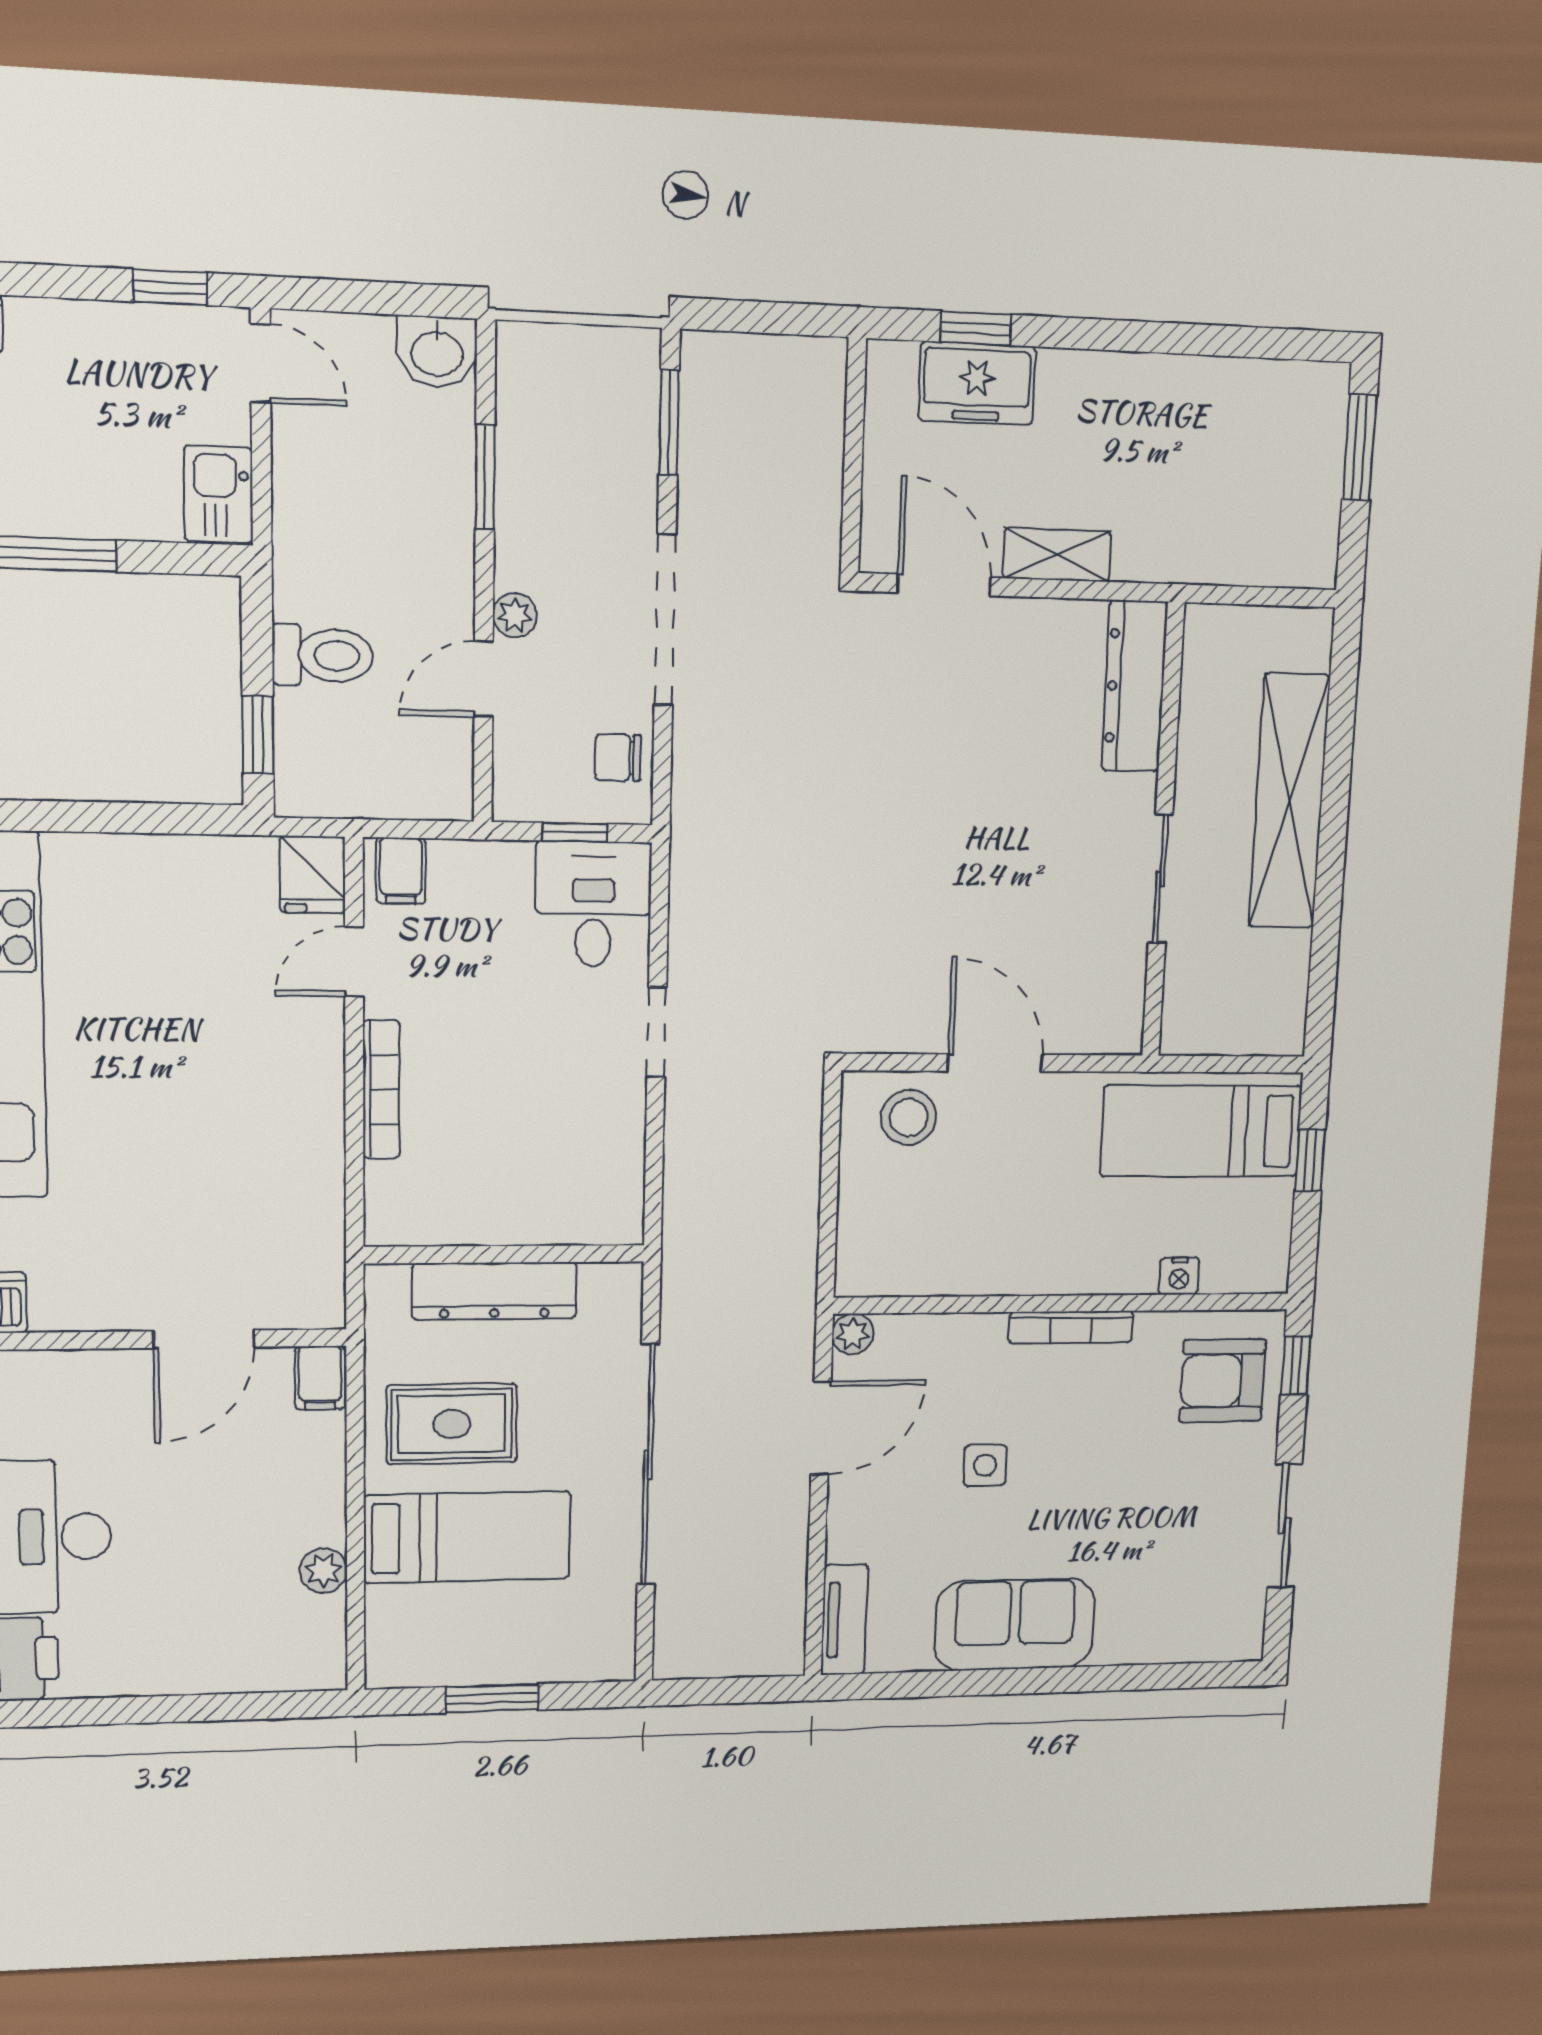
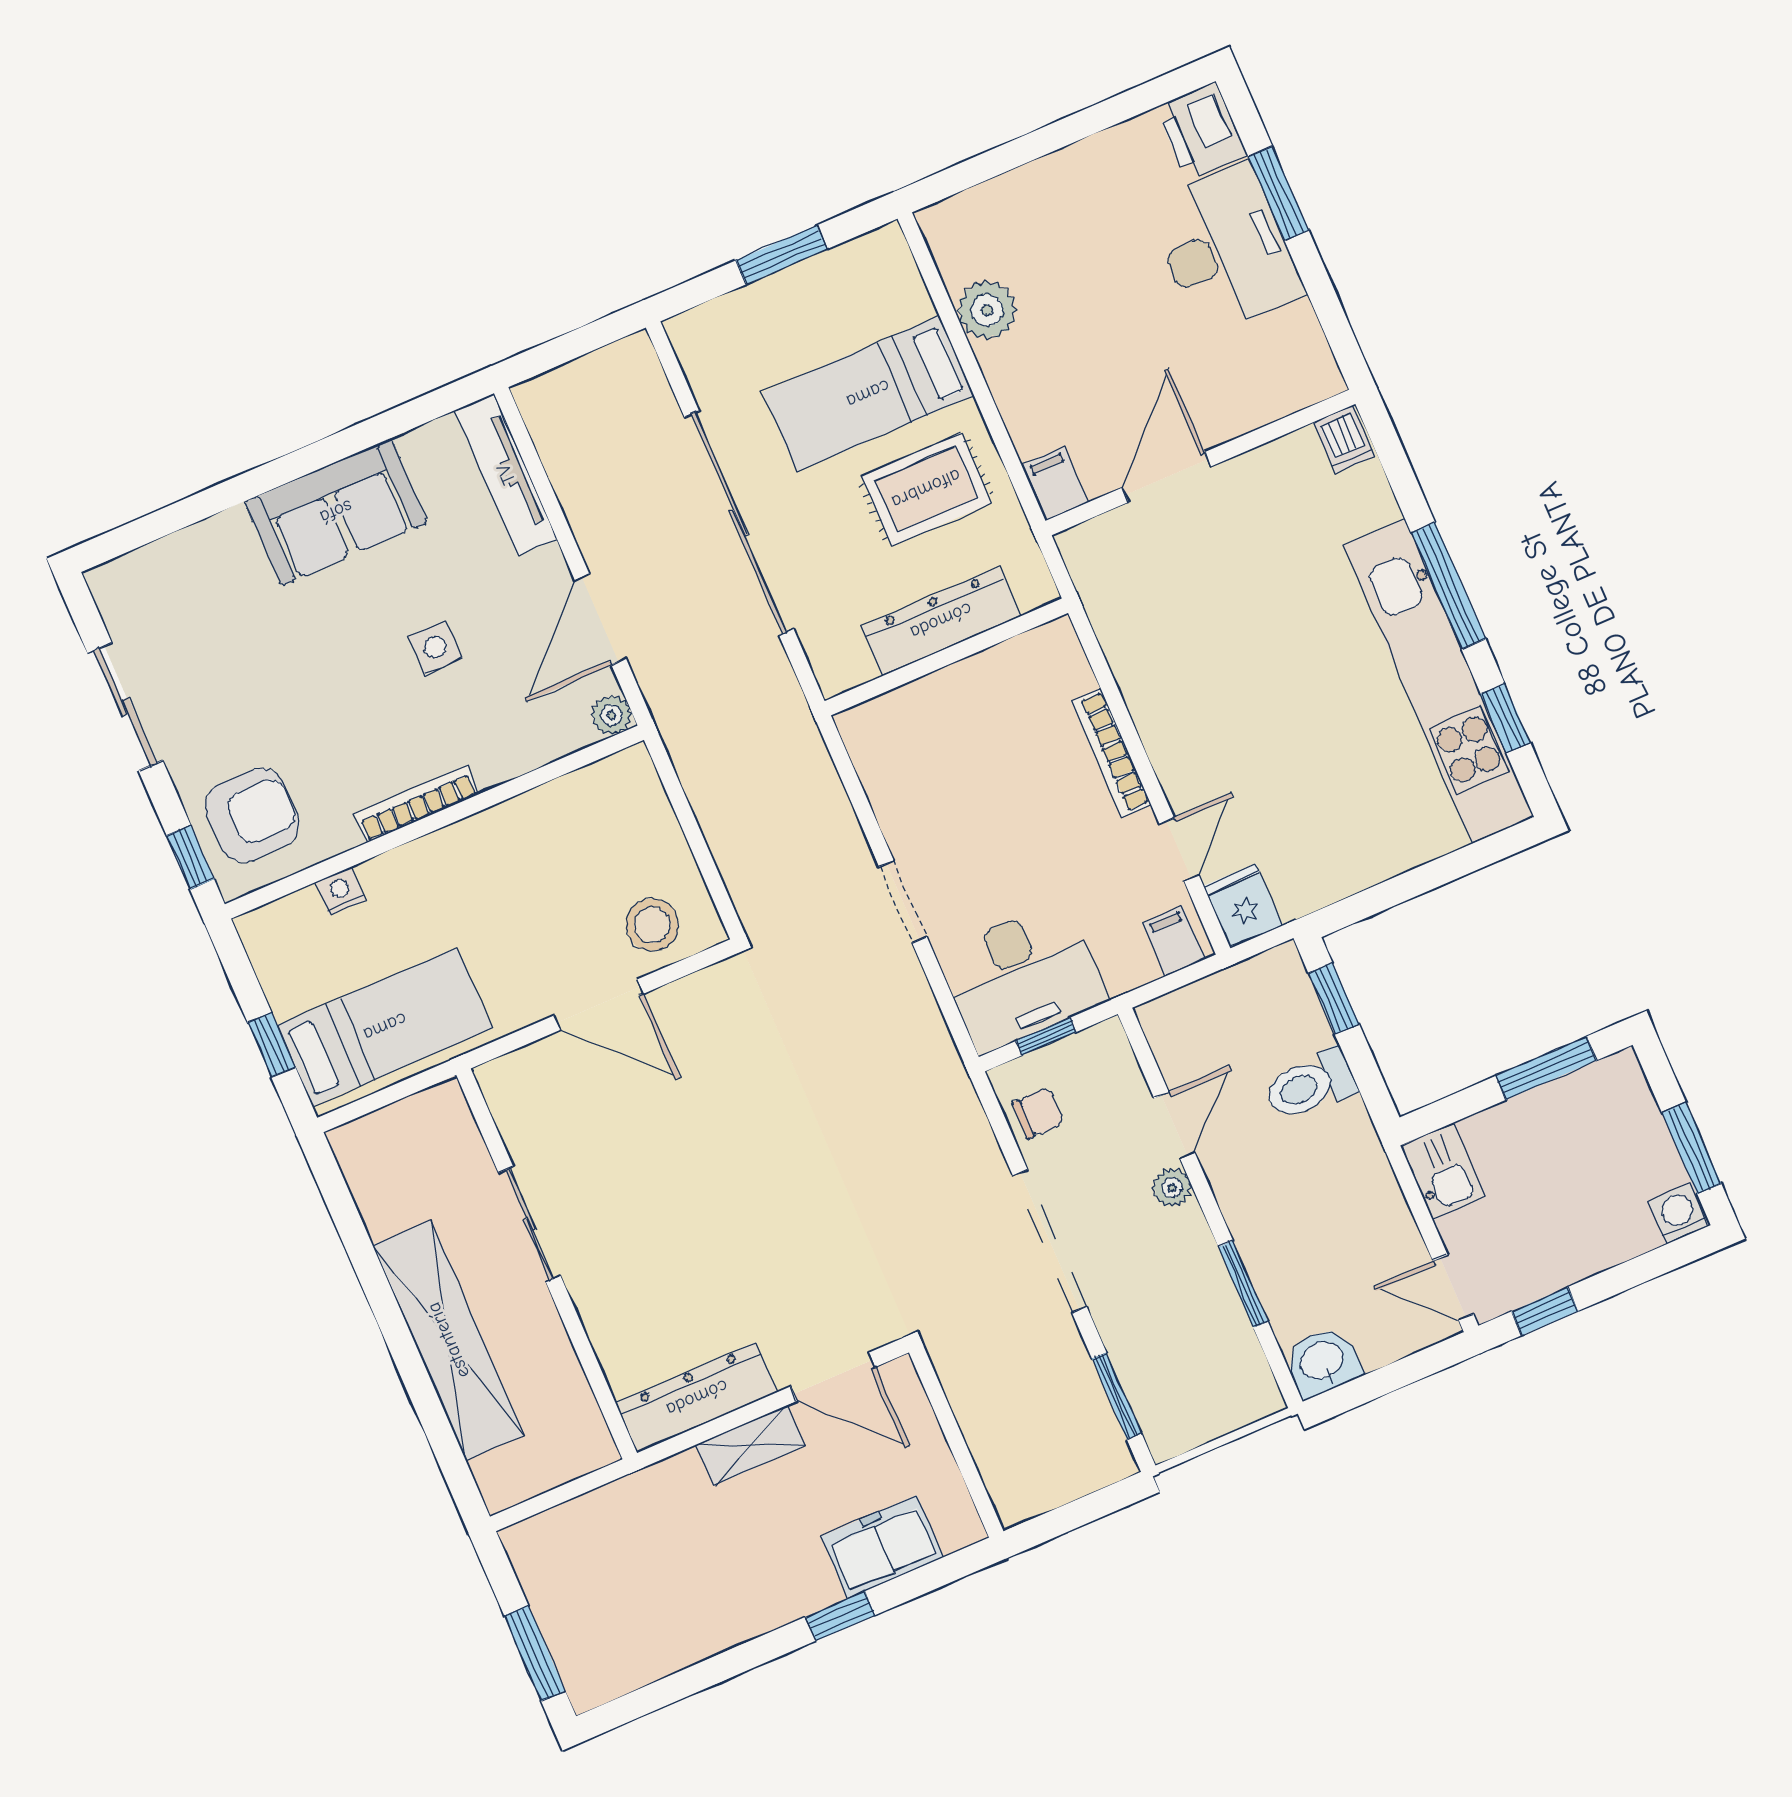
window: (976, 328) -> (841, 1616), moved
dresser: (1135, 686) -> (697, 1398), moved, turned -90
desk: (593, 904) -> (1022, 977), width x1.37
plant: (324, 1570) -> (987, 310), width x1.38, depth x1.38
tv unit: (844, 1620) -> (506, 474), width x1.41

